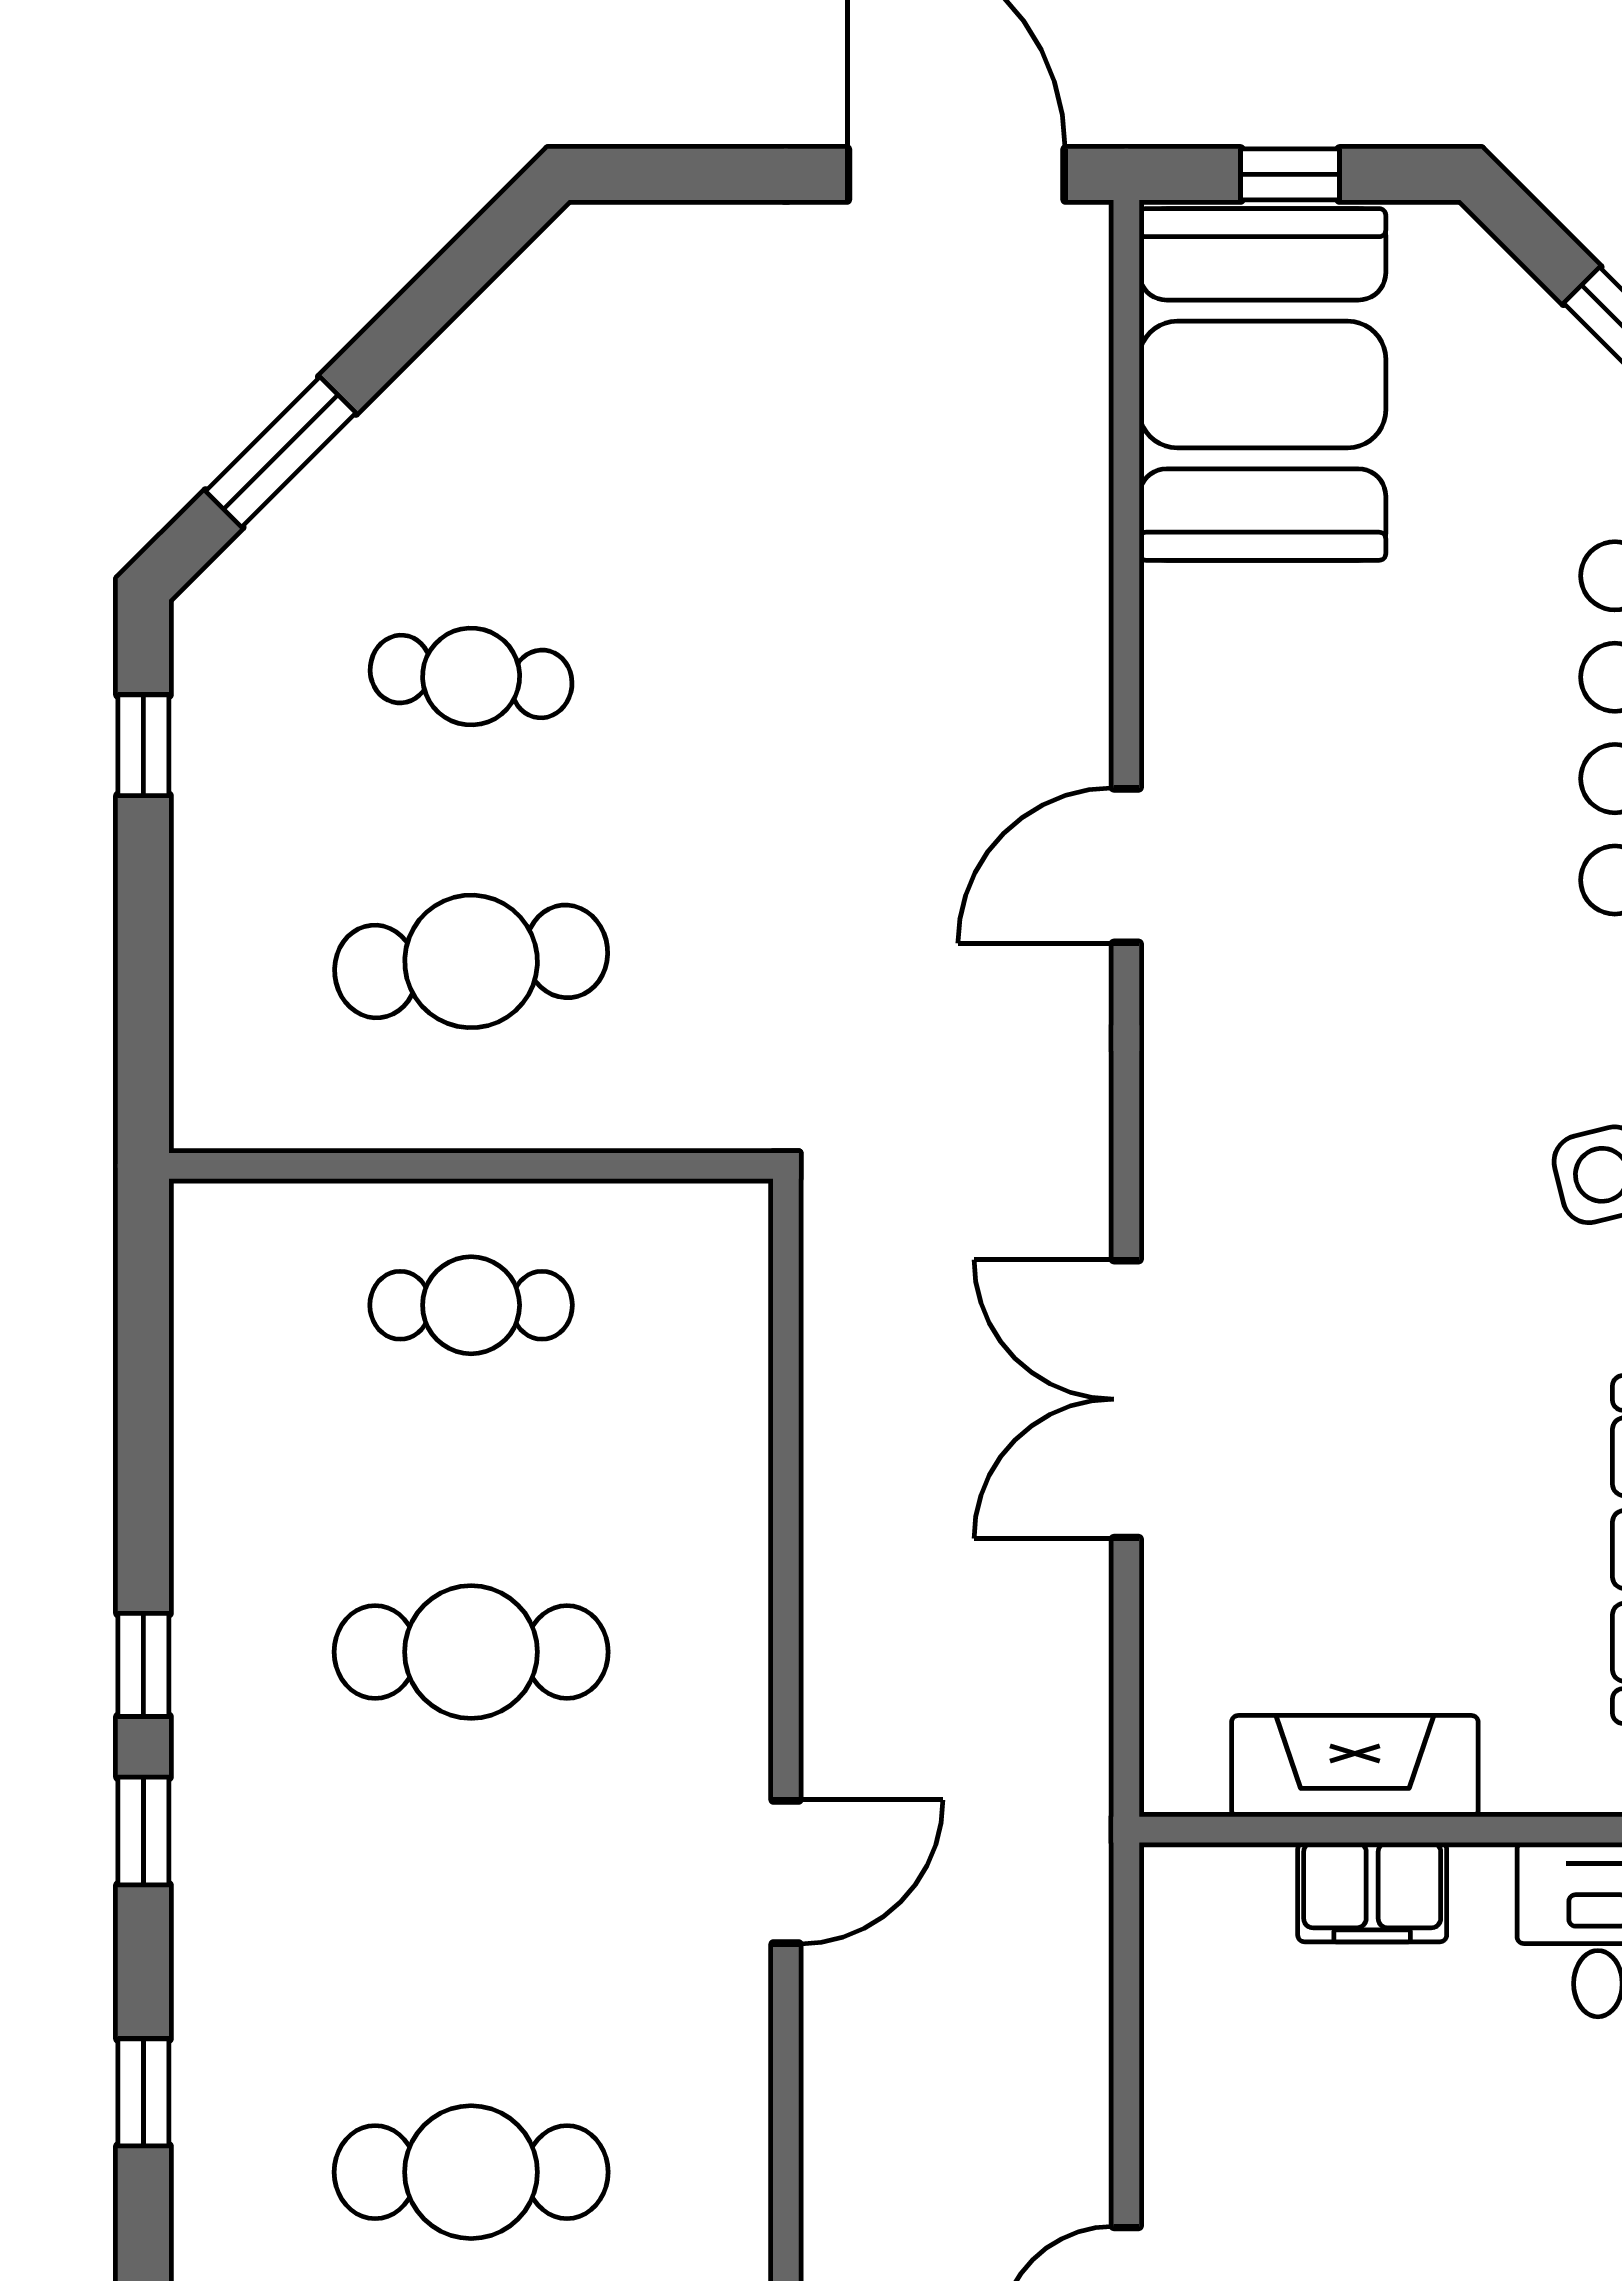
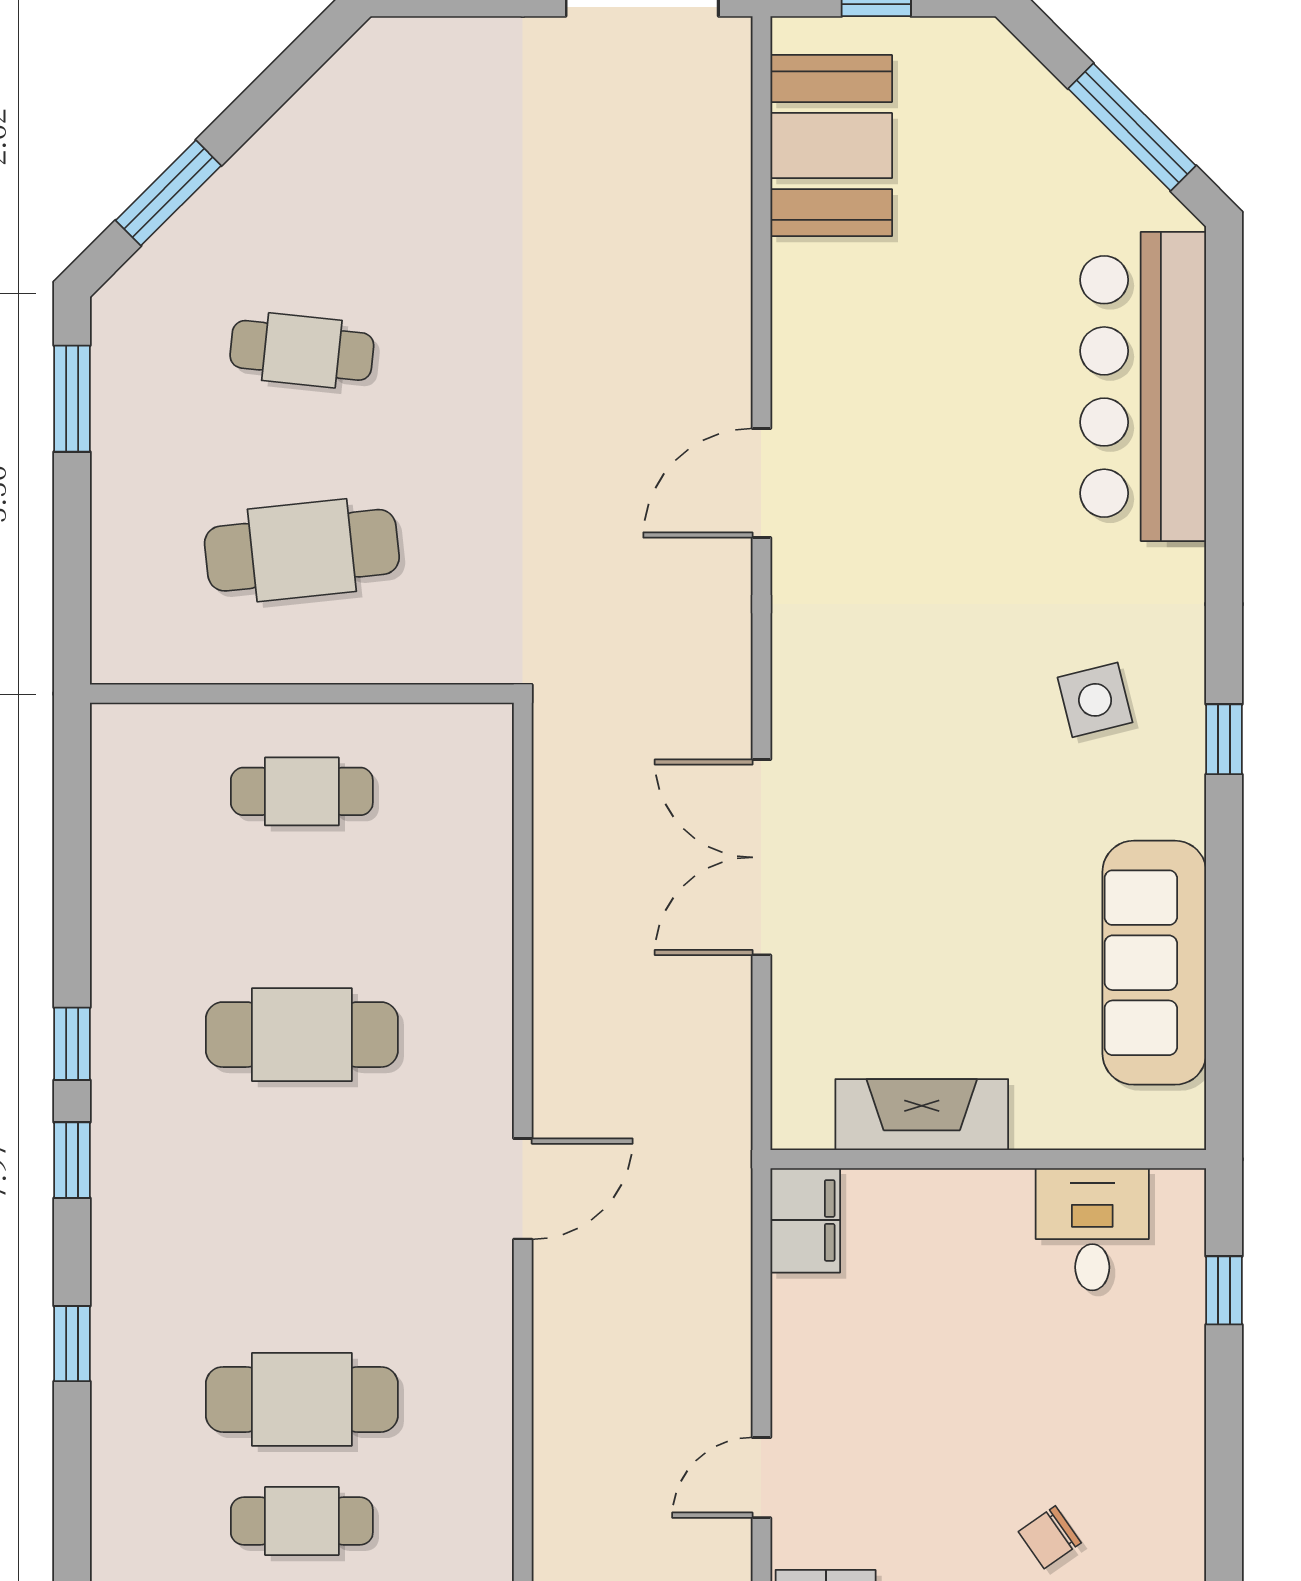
booth: (1262, 384) -> (831, 146), width x0.73, depth x0.70
window: (143, 745) -> (72, 399), width x1.50
filing cabinet: (1372, 1892) -> (805, 1220), moved, turned -90

